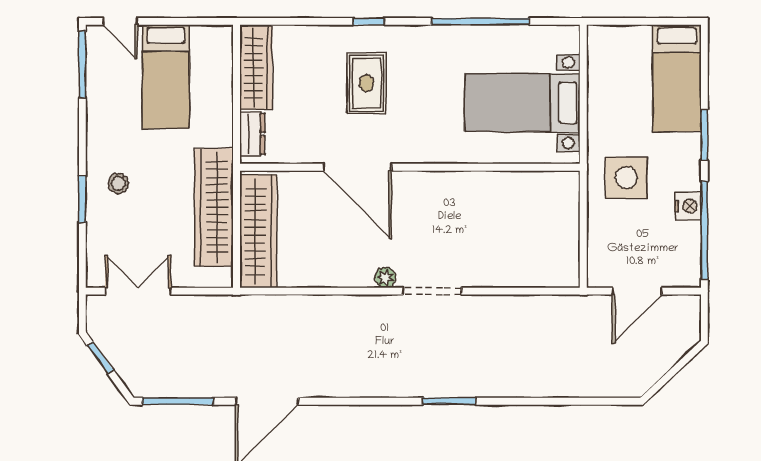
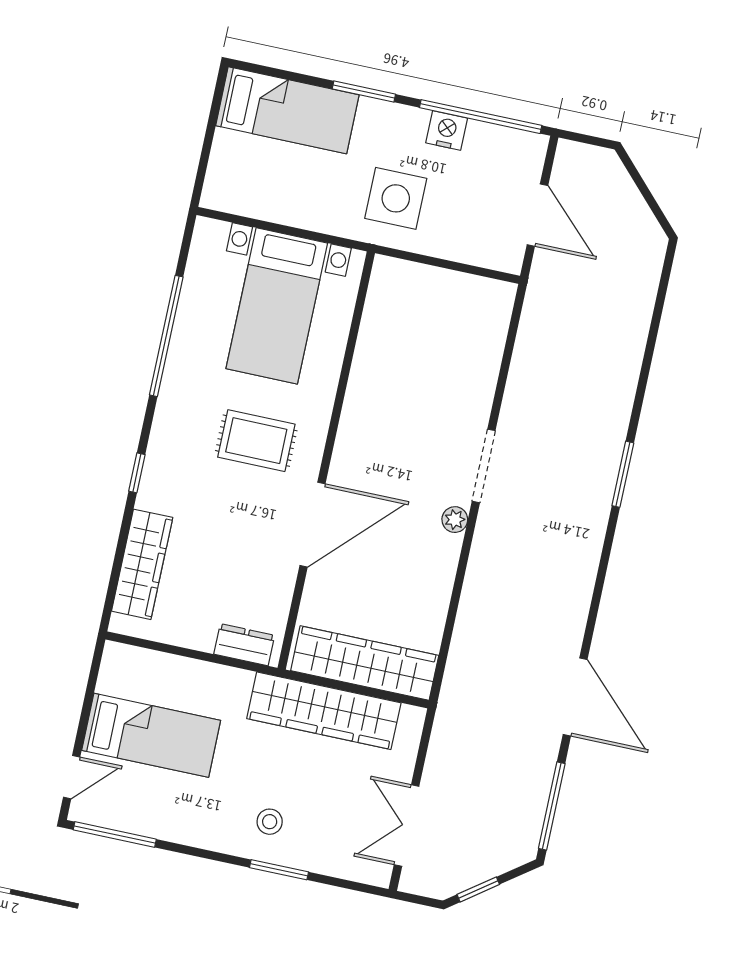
wardrobe: (256, 68) -> (142, 564), moved, turned 90
rug: (366, 83) -> (256, 441), moved

